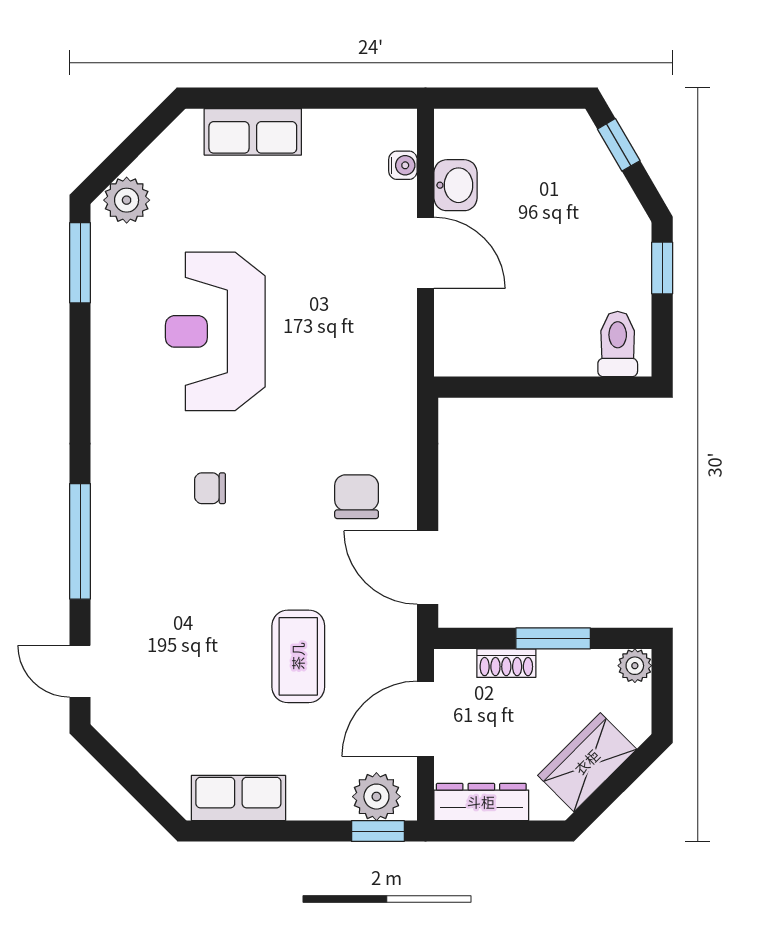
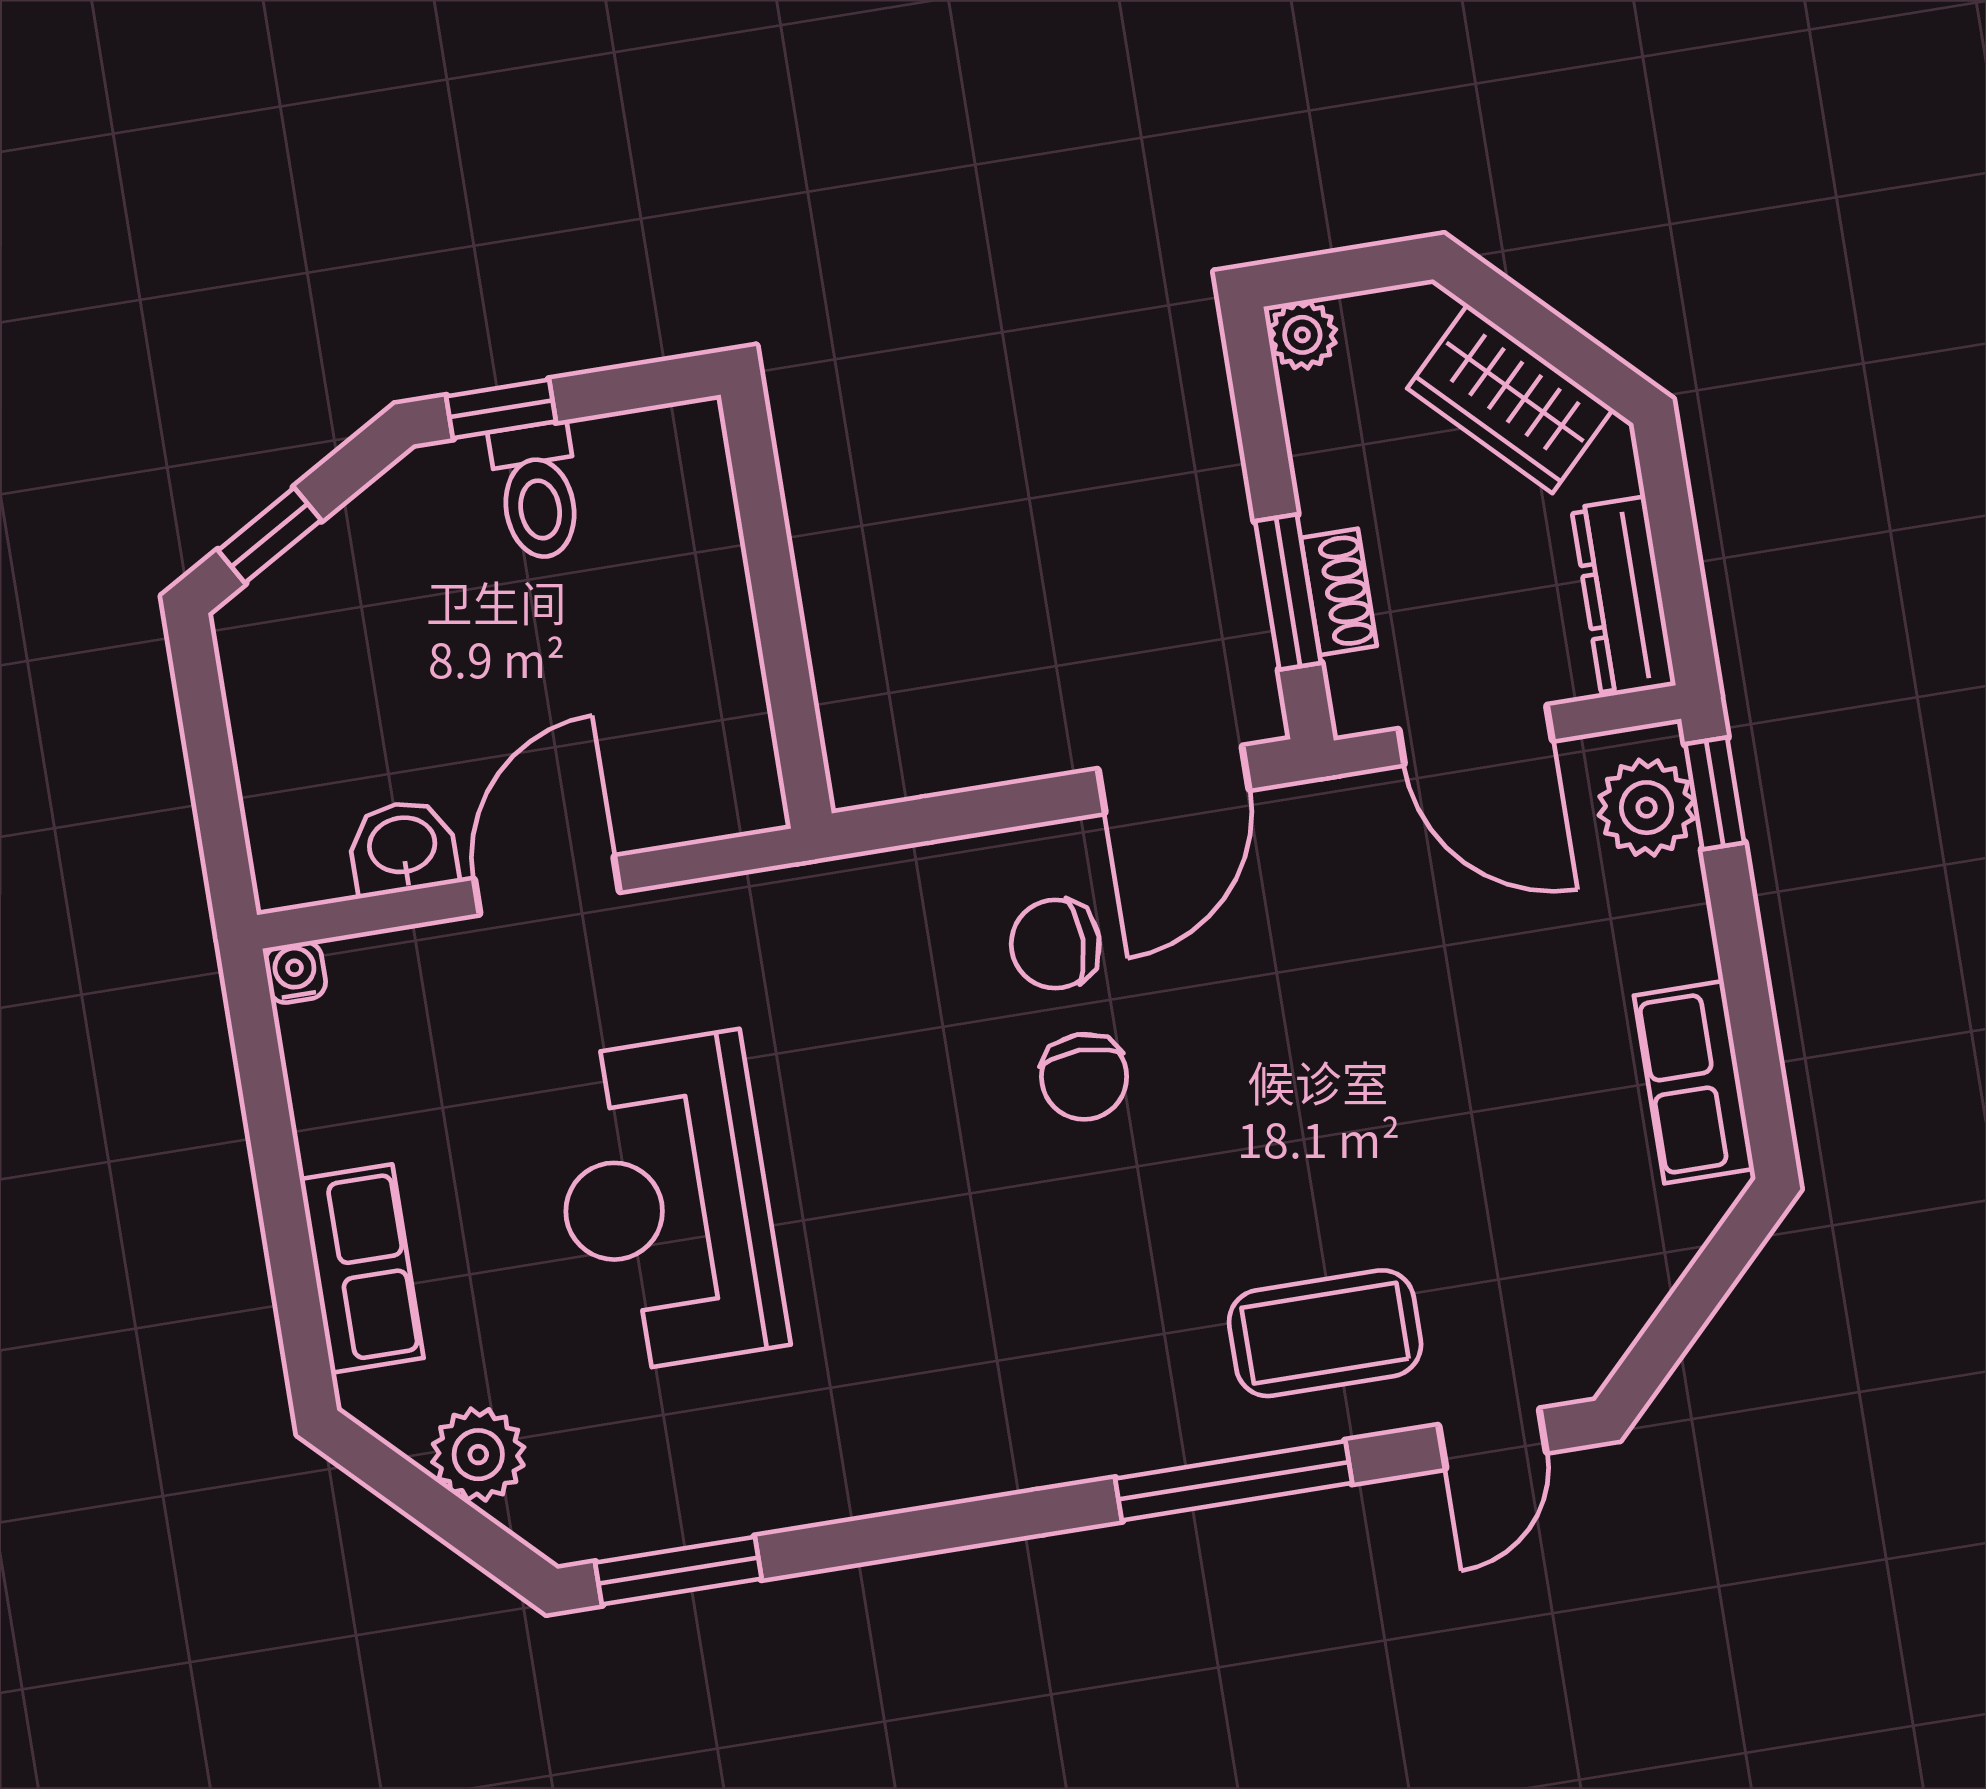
water cooler: (403, 165) -> (295, 972), moved
plant: (127, 200) -> (478, 1455), moved
reception desk: (215, 331) -> (666, 1203), moved, turned 90
toilet: (618, 344) -> (537, 491), moved, turned -90
chair: (210, 488) -> (1084, 1077), moved, width x1.37, depth x1.37
window: (553, 638) -> (1288, 592), moved
coffee table: (298, 656) -> (1325, 1333), moved

